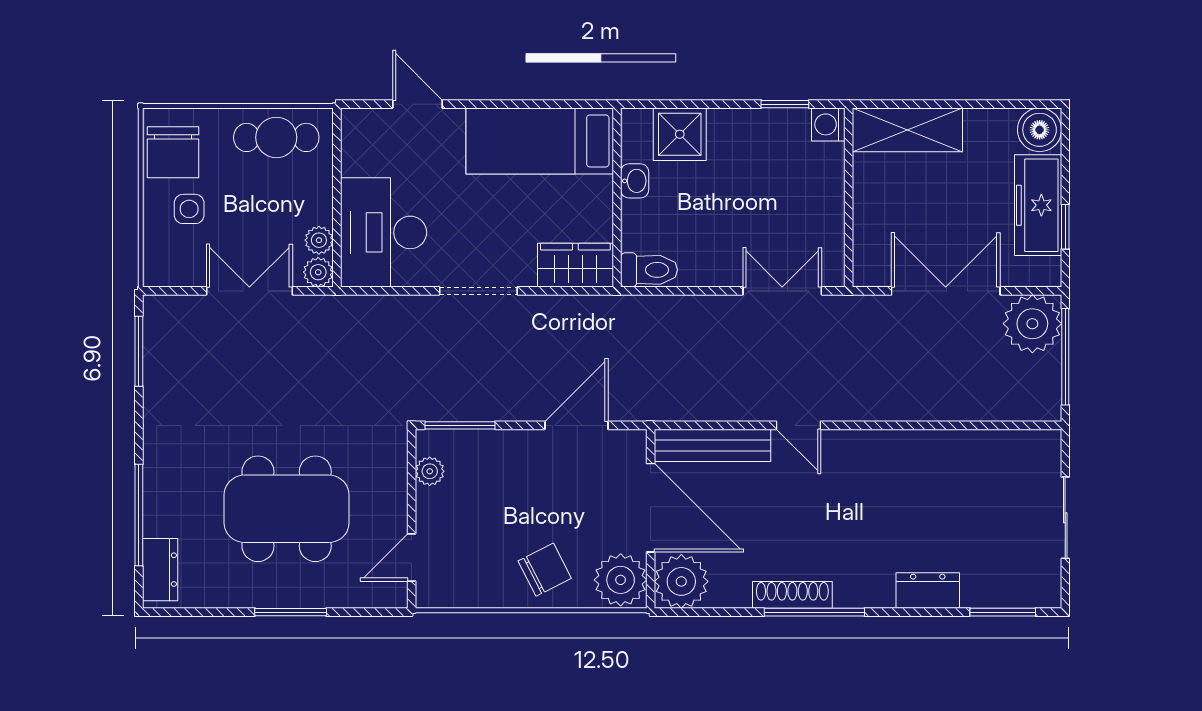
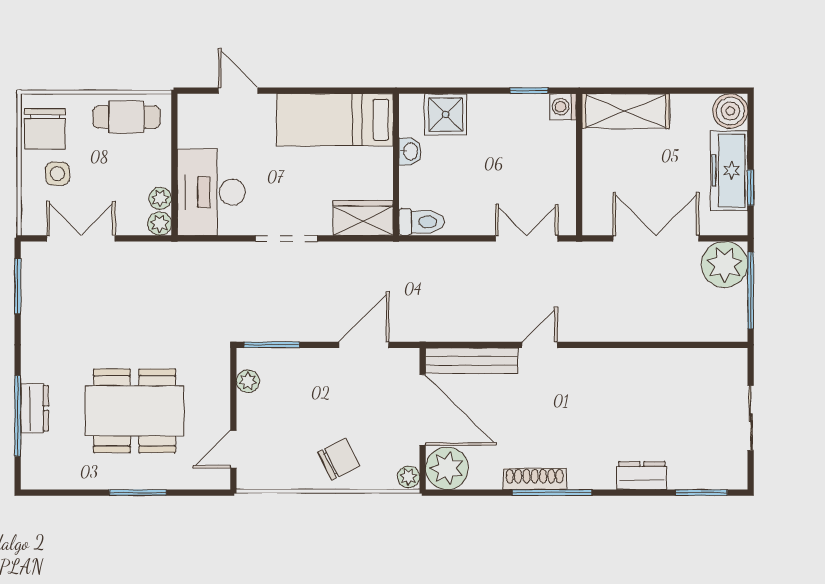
double door: (249, 291) -> (81, 238), moved
door: (799, 425) -> (540, 345), swing flipped
dresser: (160, 570) -> (35, 408), moved
plant: (621, 580) -> (409, 477), width x0.53, depth x0.53

